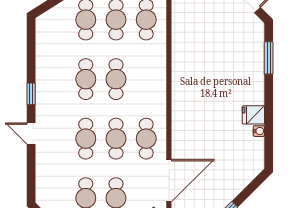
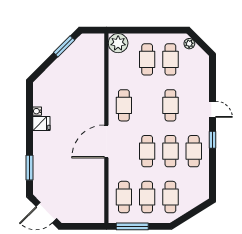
cafe table: (116, 139) -> (194, 151), moved
door: (169, 181) -> (106, 142), moved

